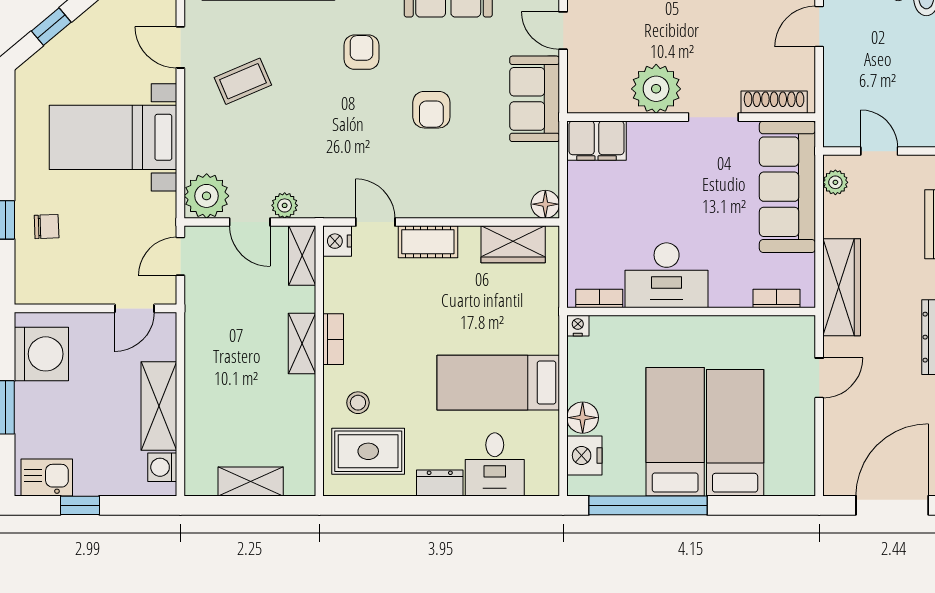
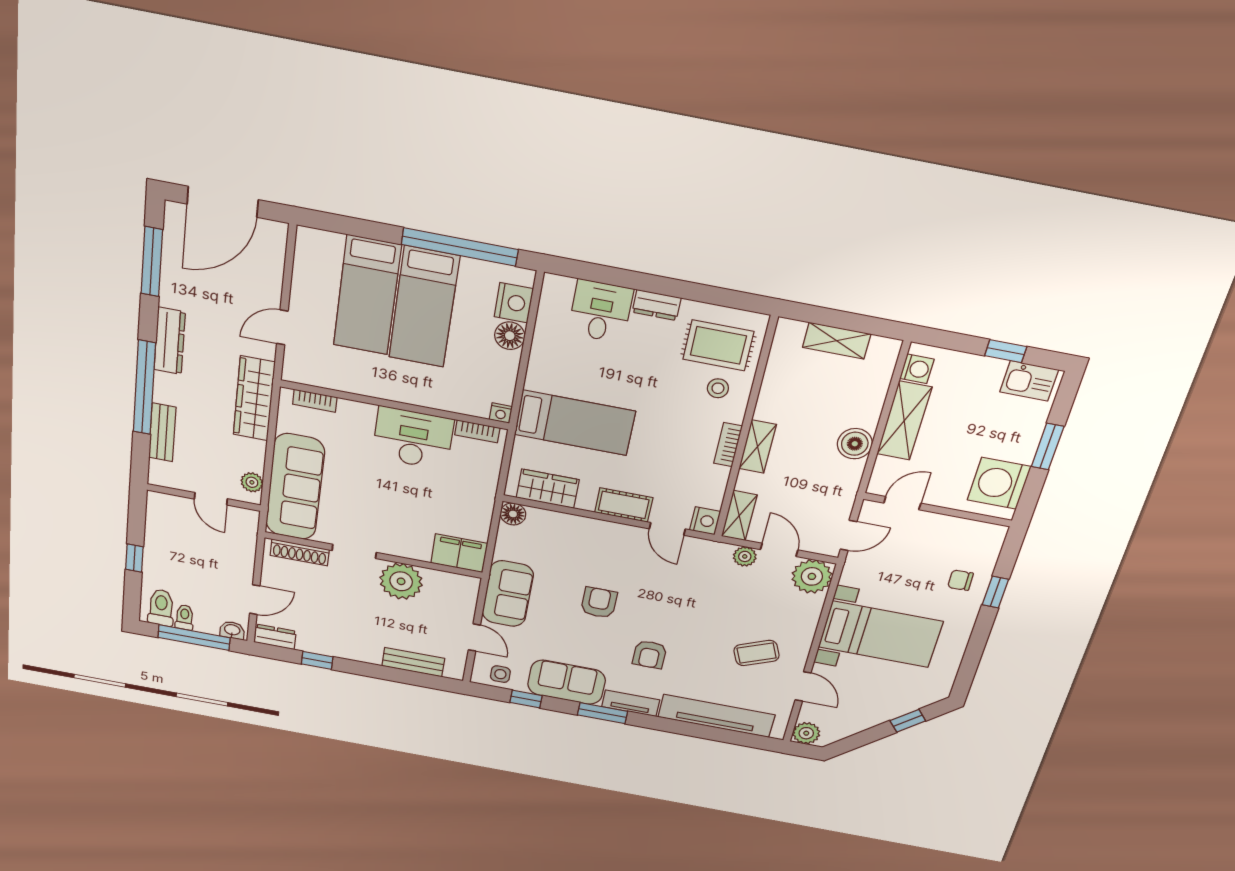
boiler: (202, 368) -> (855, 444), added
bed: (498, 383) -> (575, 423), moved

